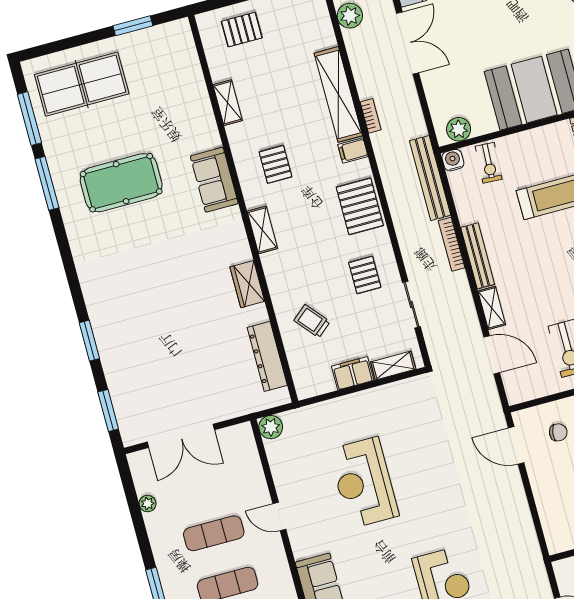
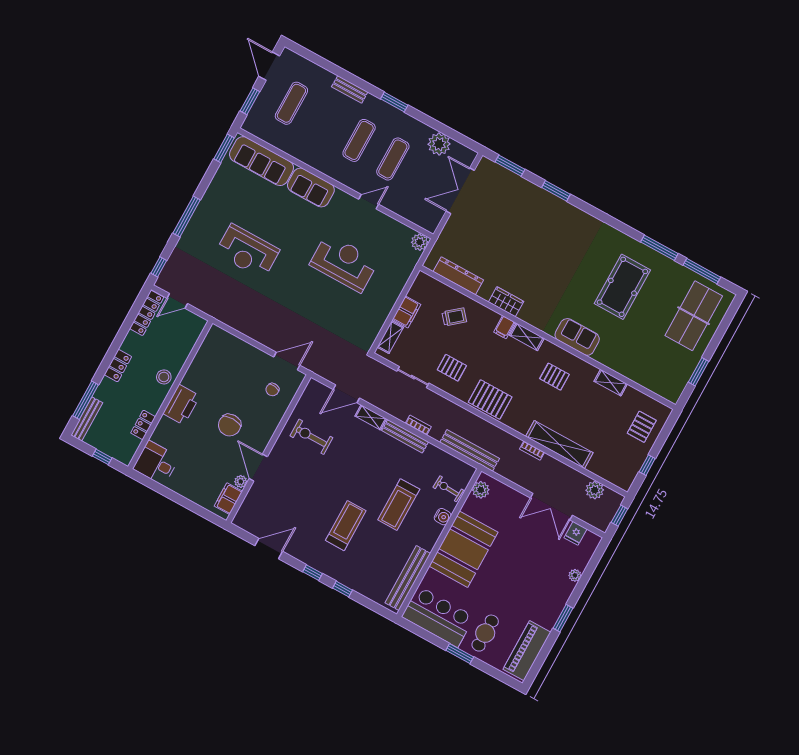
filing cabinet: (353, 150) -> (504, 327), moved, turned 180
water cooler: (453, 160) -> (443, 517), moved
bookcase: (452, 244) -> (418, 425), width x0.64
plant: (148, 504) -> (439, 144), width x1.88, depth x1.88

